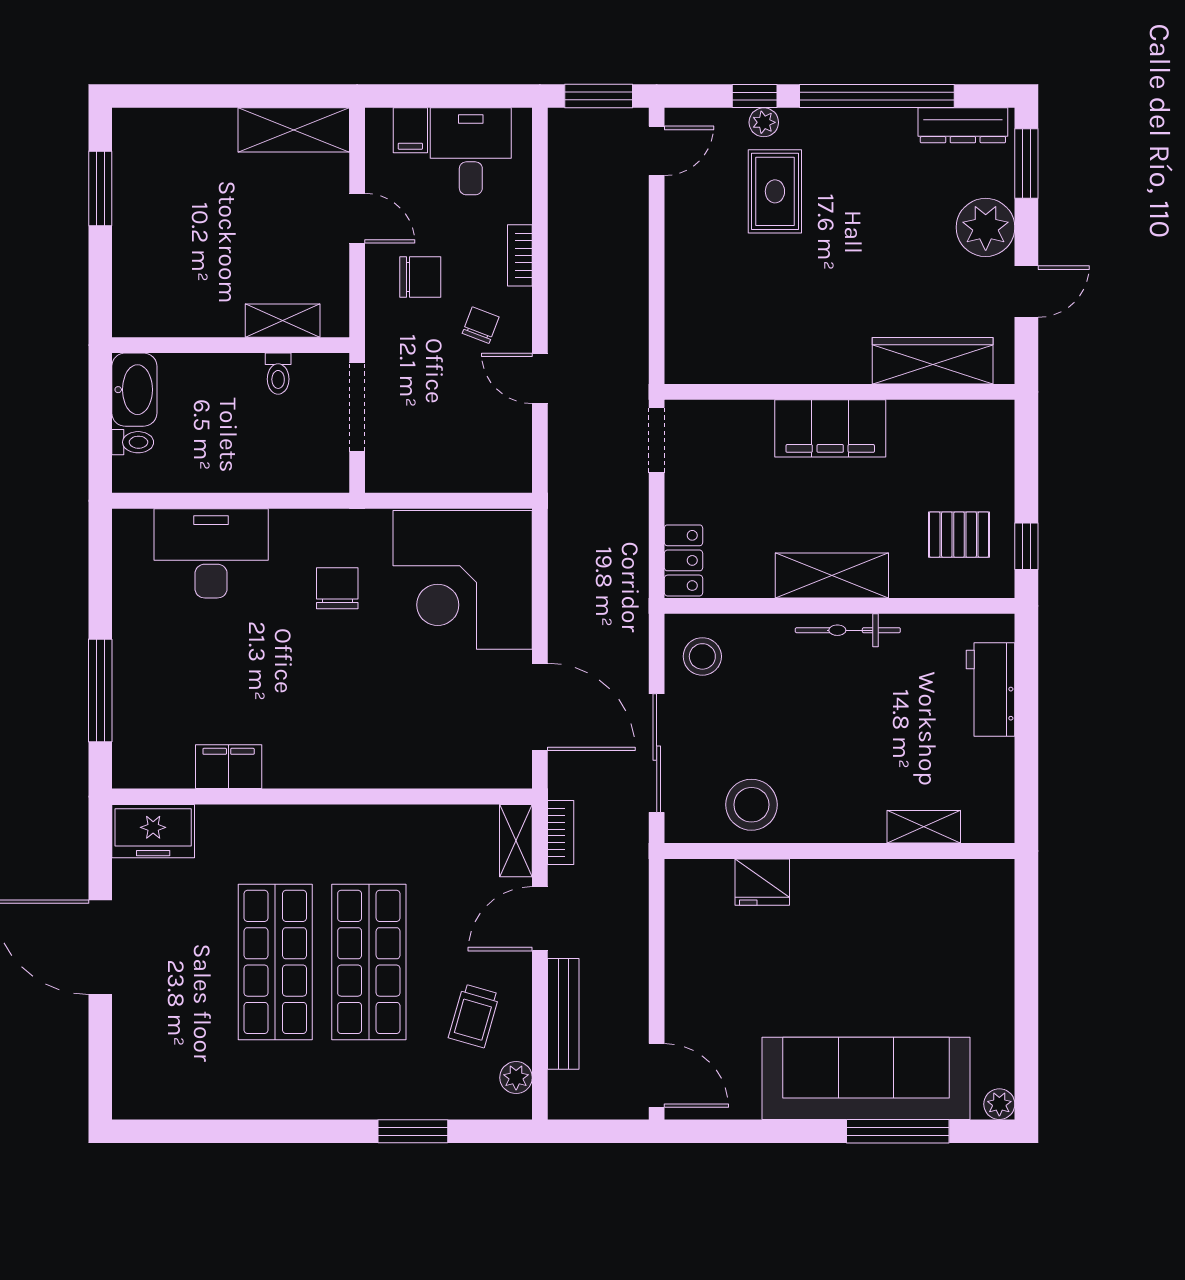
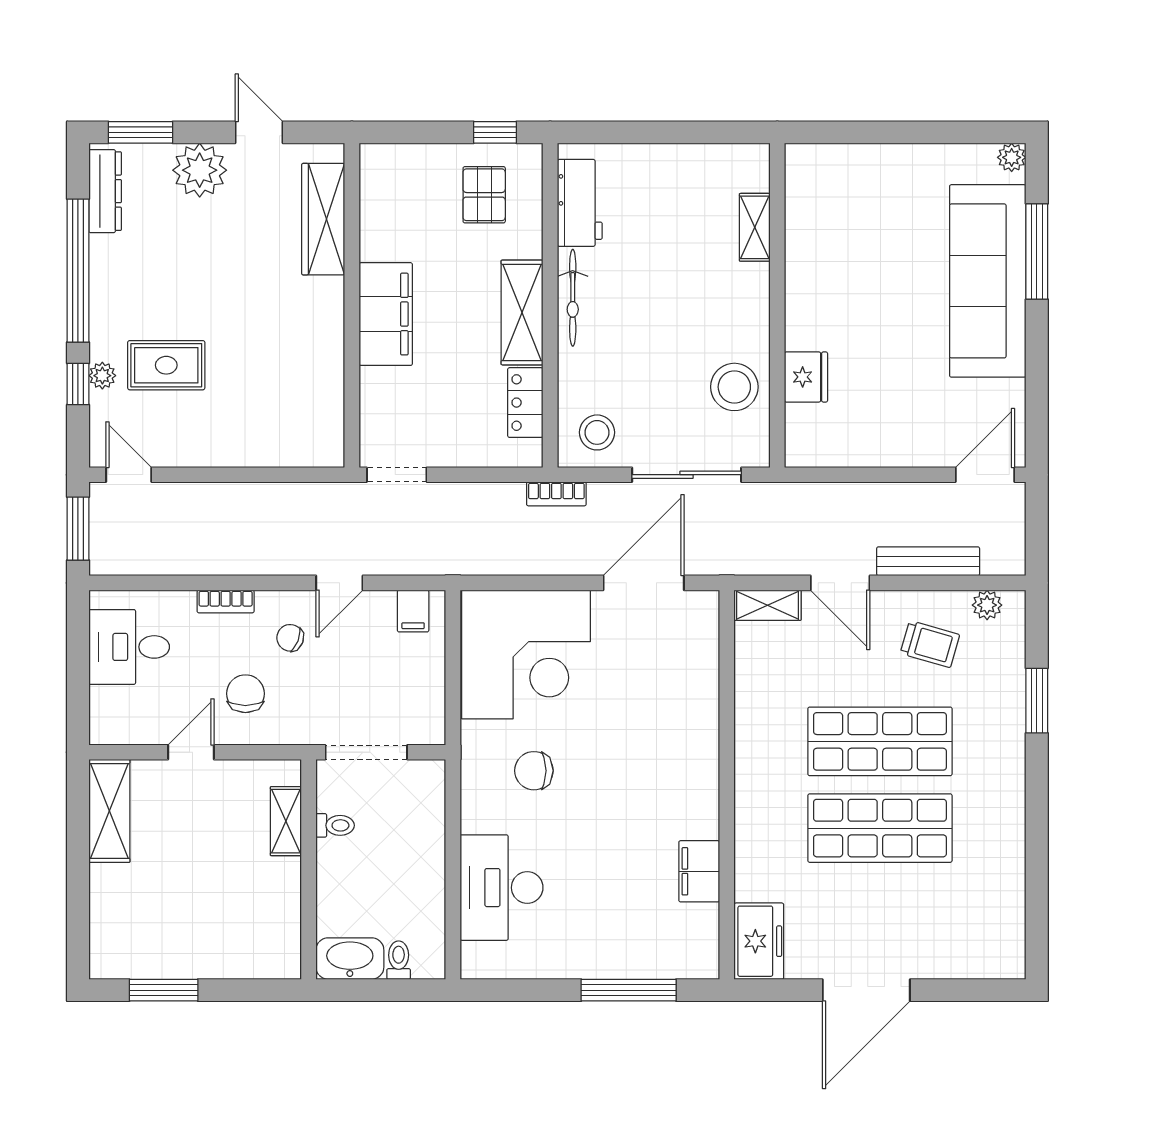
filing cabinet: (410, 130) -> (413, 611), moved, turned 90
locker: (683, 560) -> (525, 403), moved, turned -90
workbench: (990, 690) -> (580, 203), moved, turned -90
bookcase: (561, 832) -> (556, 494), moved, turned 180

